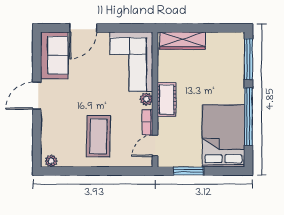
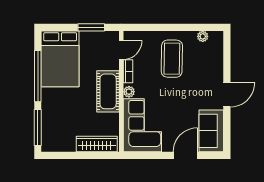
cot: (167, 100) -> (108, 91), width x1.37, depth x1.34
plant: (51, 161) -> (203, 36), moved

